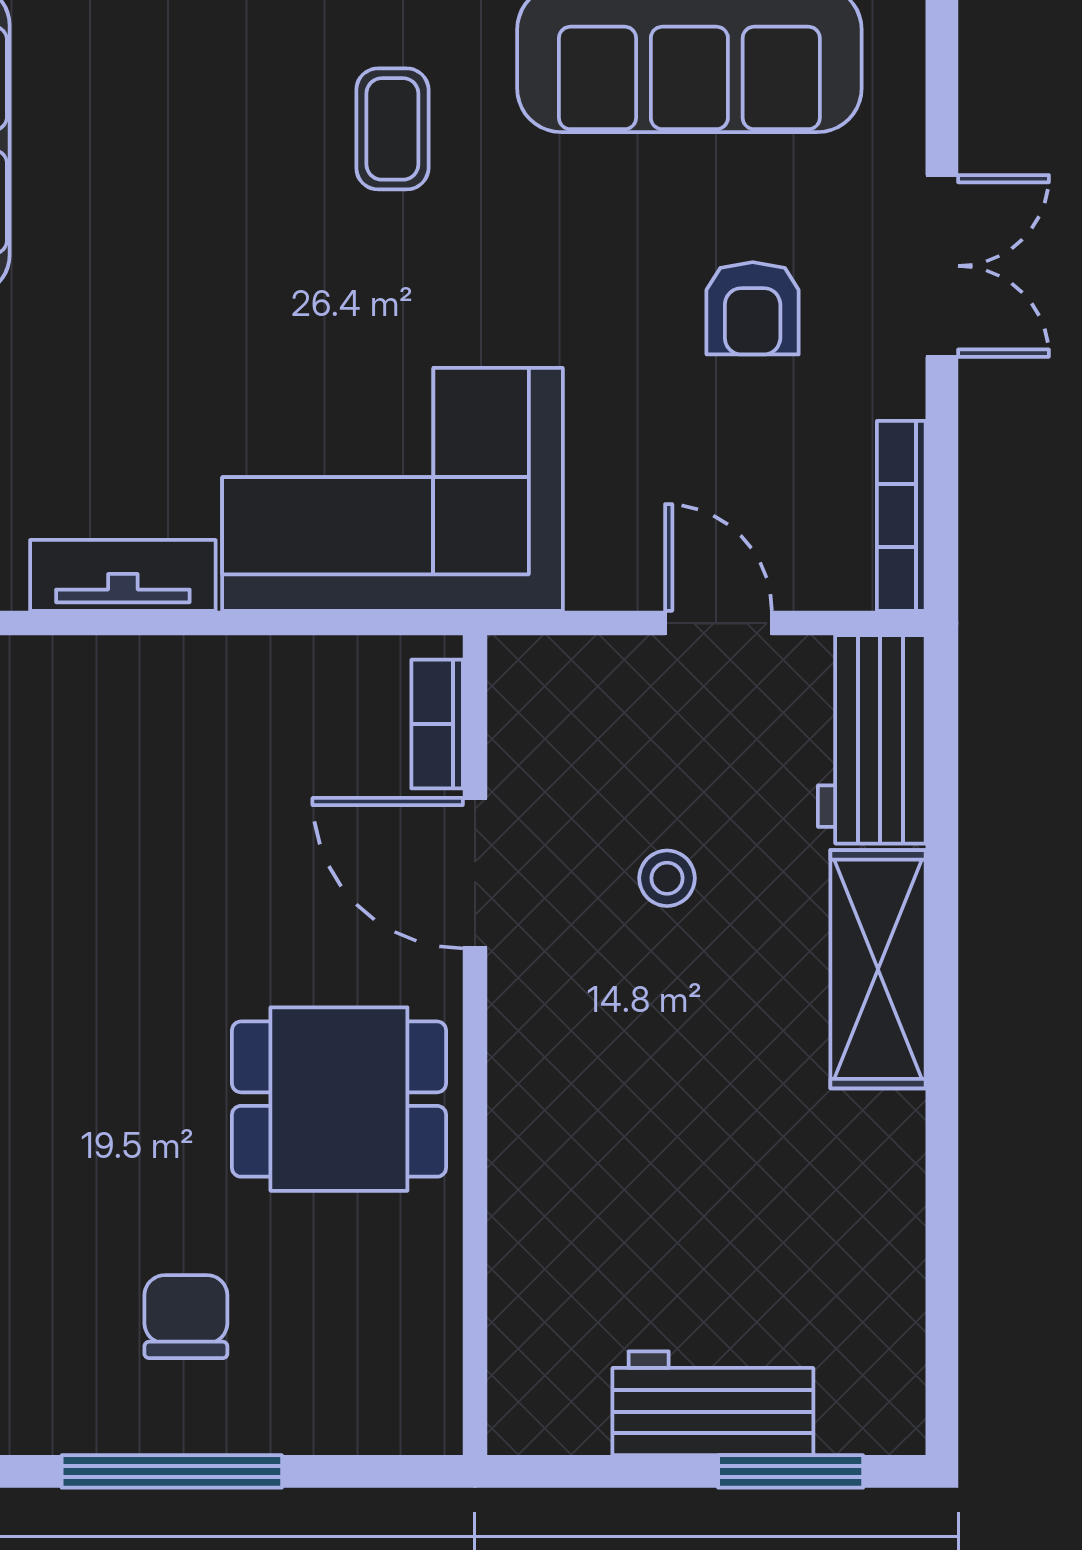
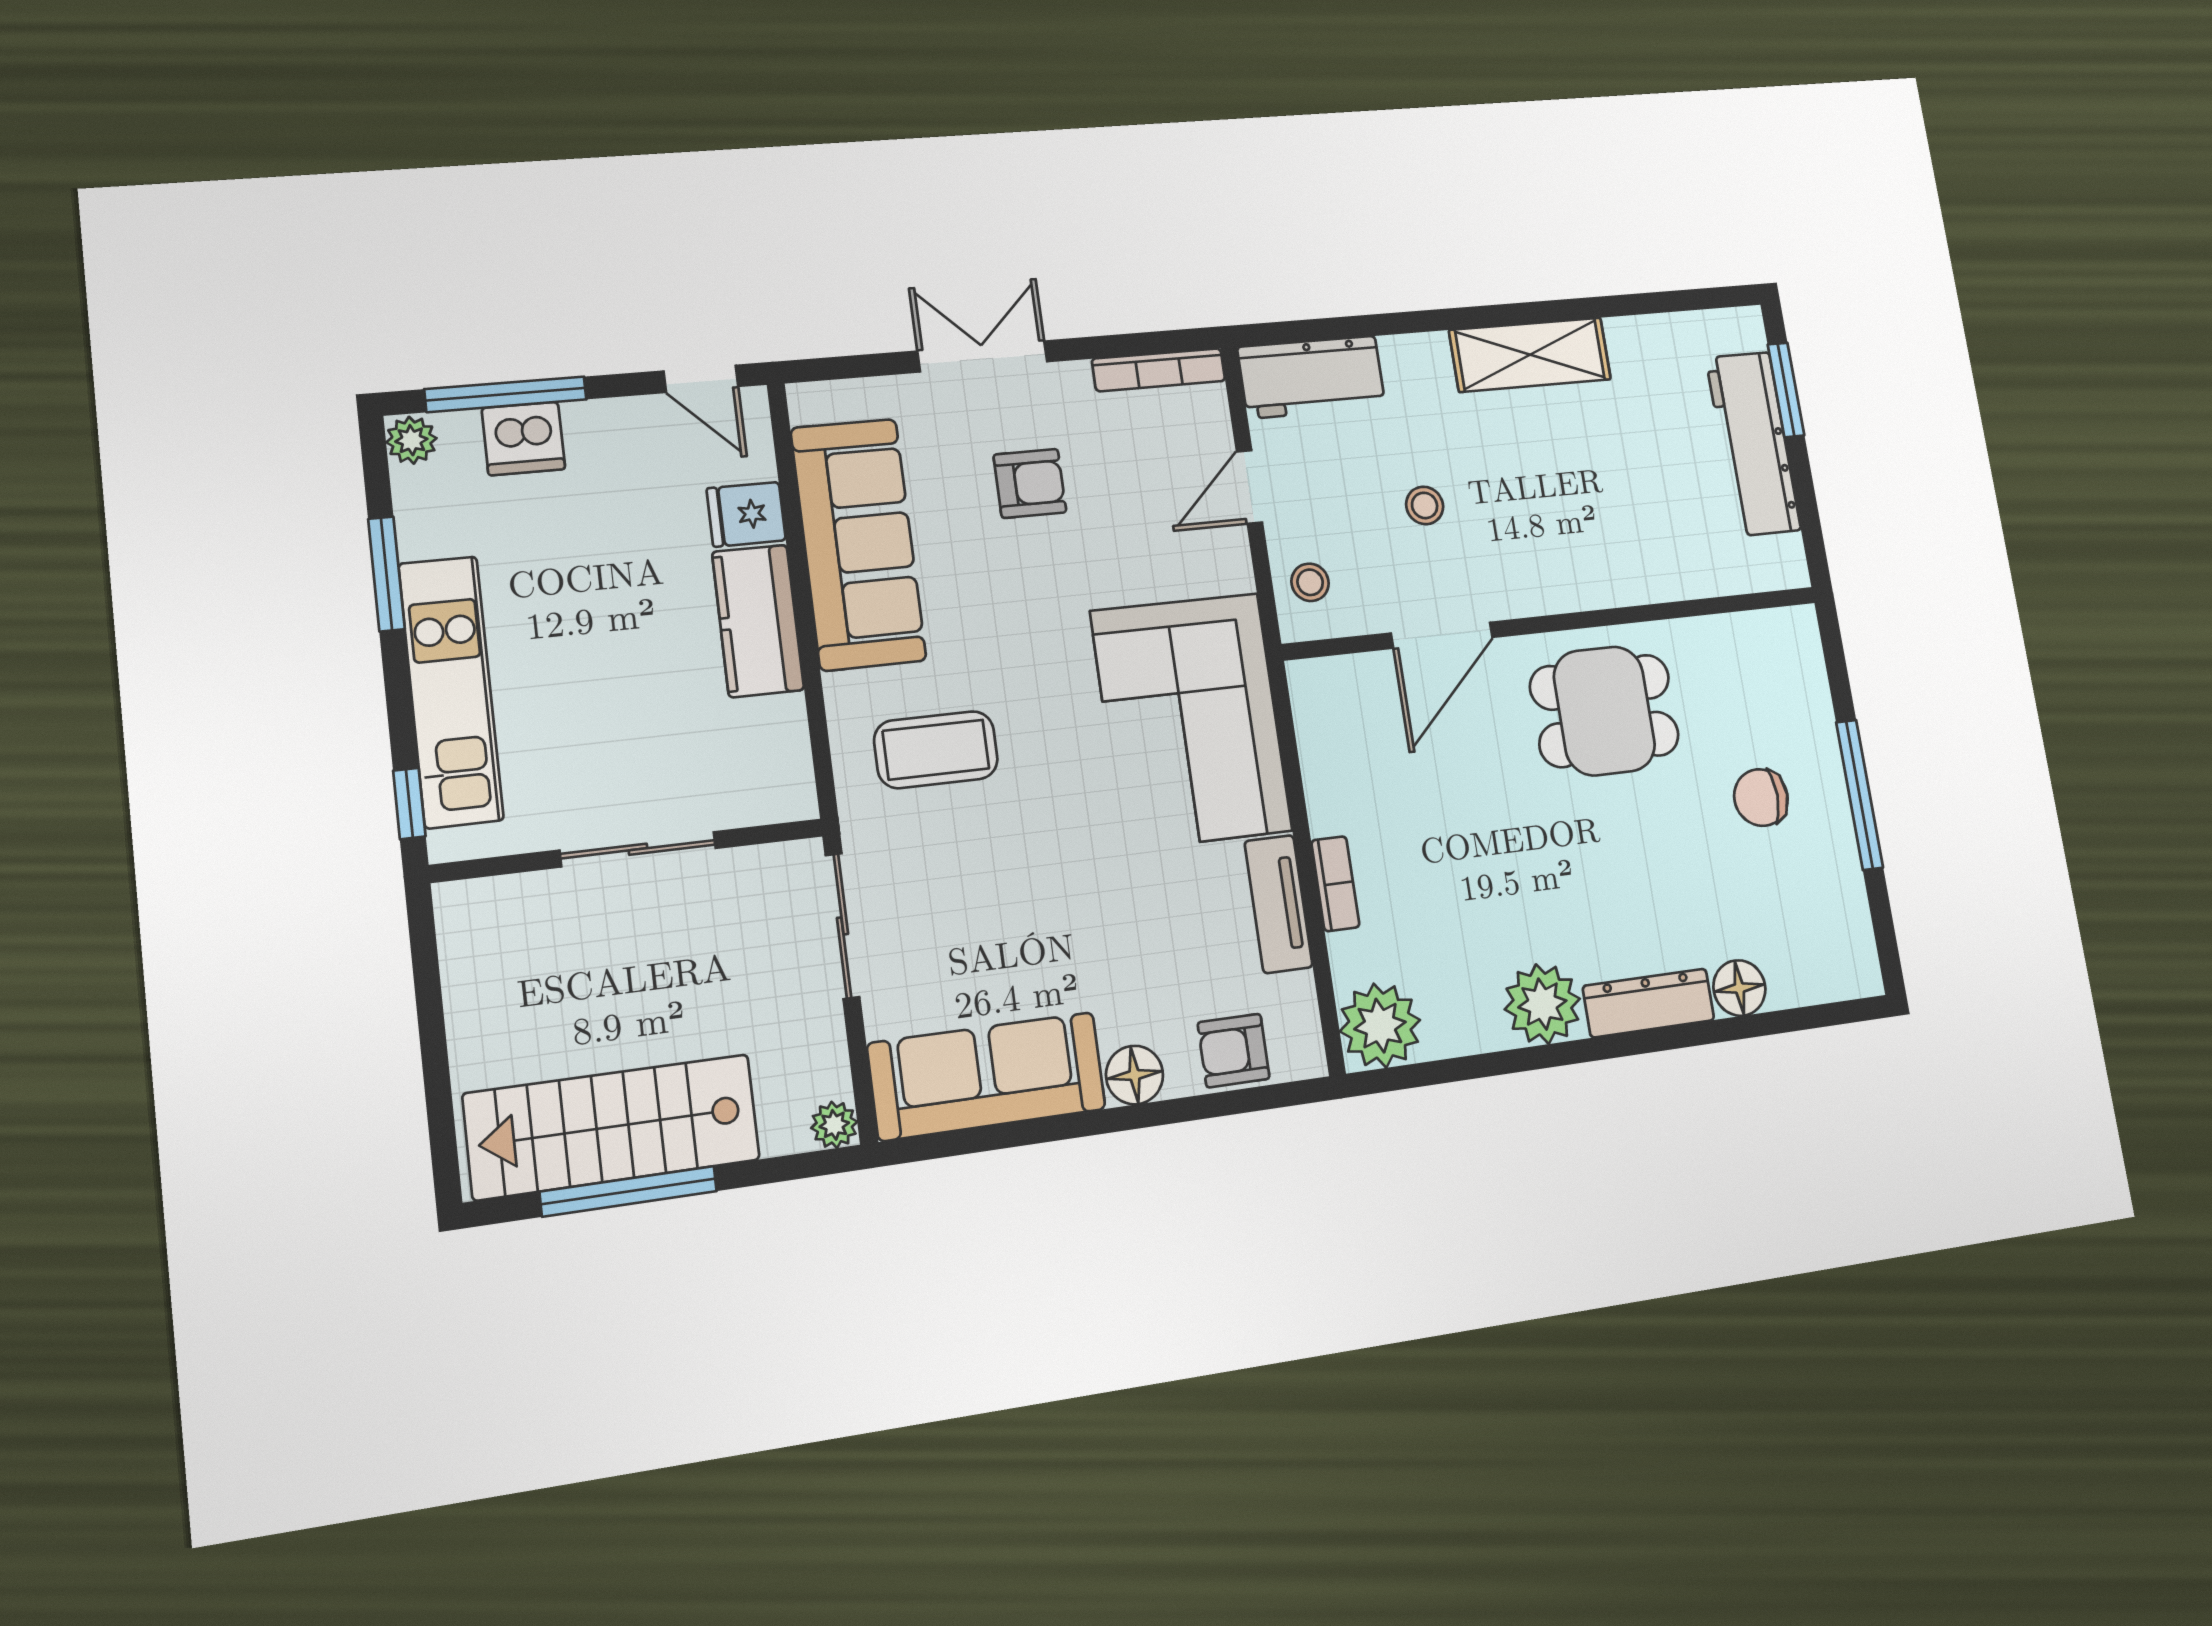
coffee table: (392, 129) -> (936, 750), width x1.36, depth x1.30
stool: (571, 691) -> (1310, 582), added
bookcase: (437, 724) -> (1335, 884), moved, turned -90
shelving: (878, 969) -> (1530, 355), moved
dining table: (339, 1099) -> (1604, 711), turned 90
workbench: (713, 1403) -> (1753, 444), width x1.38

